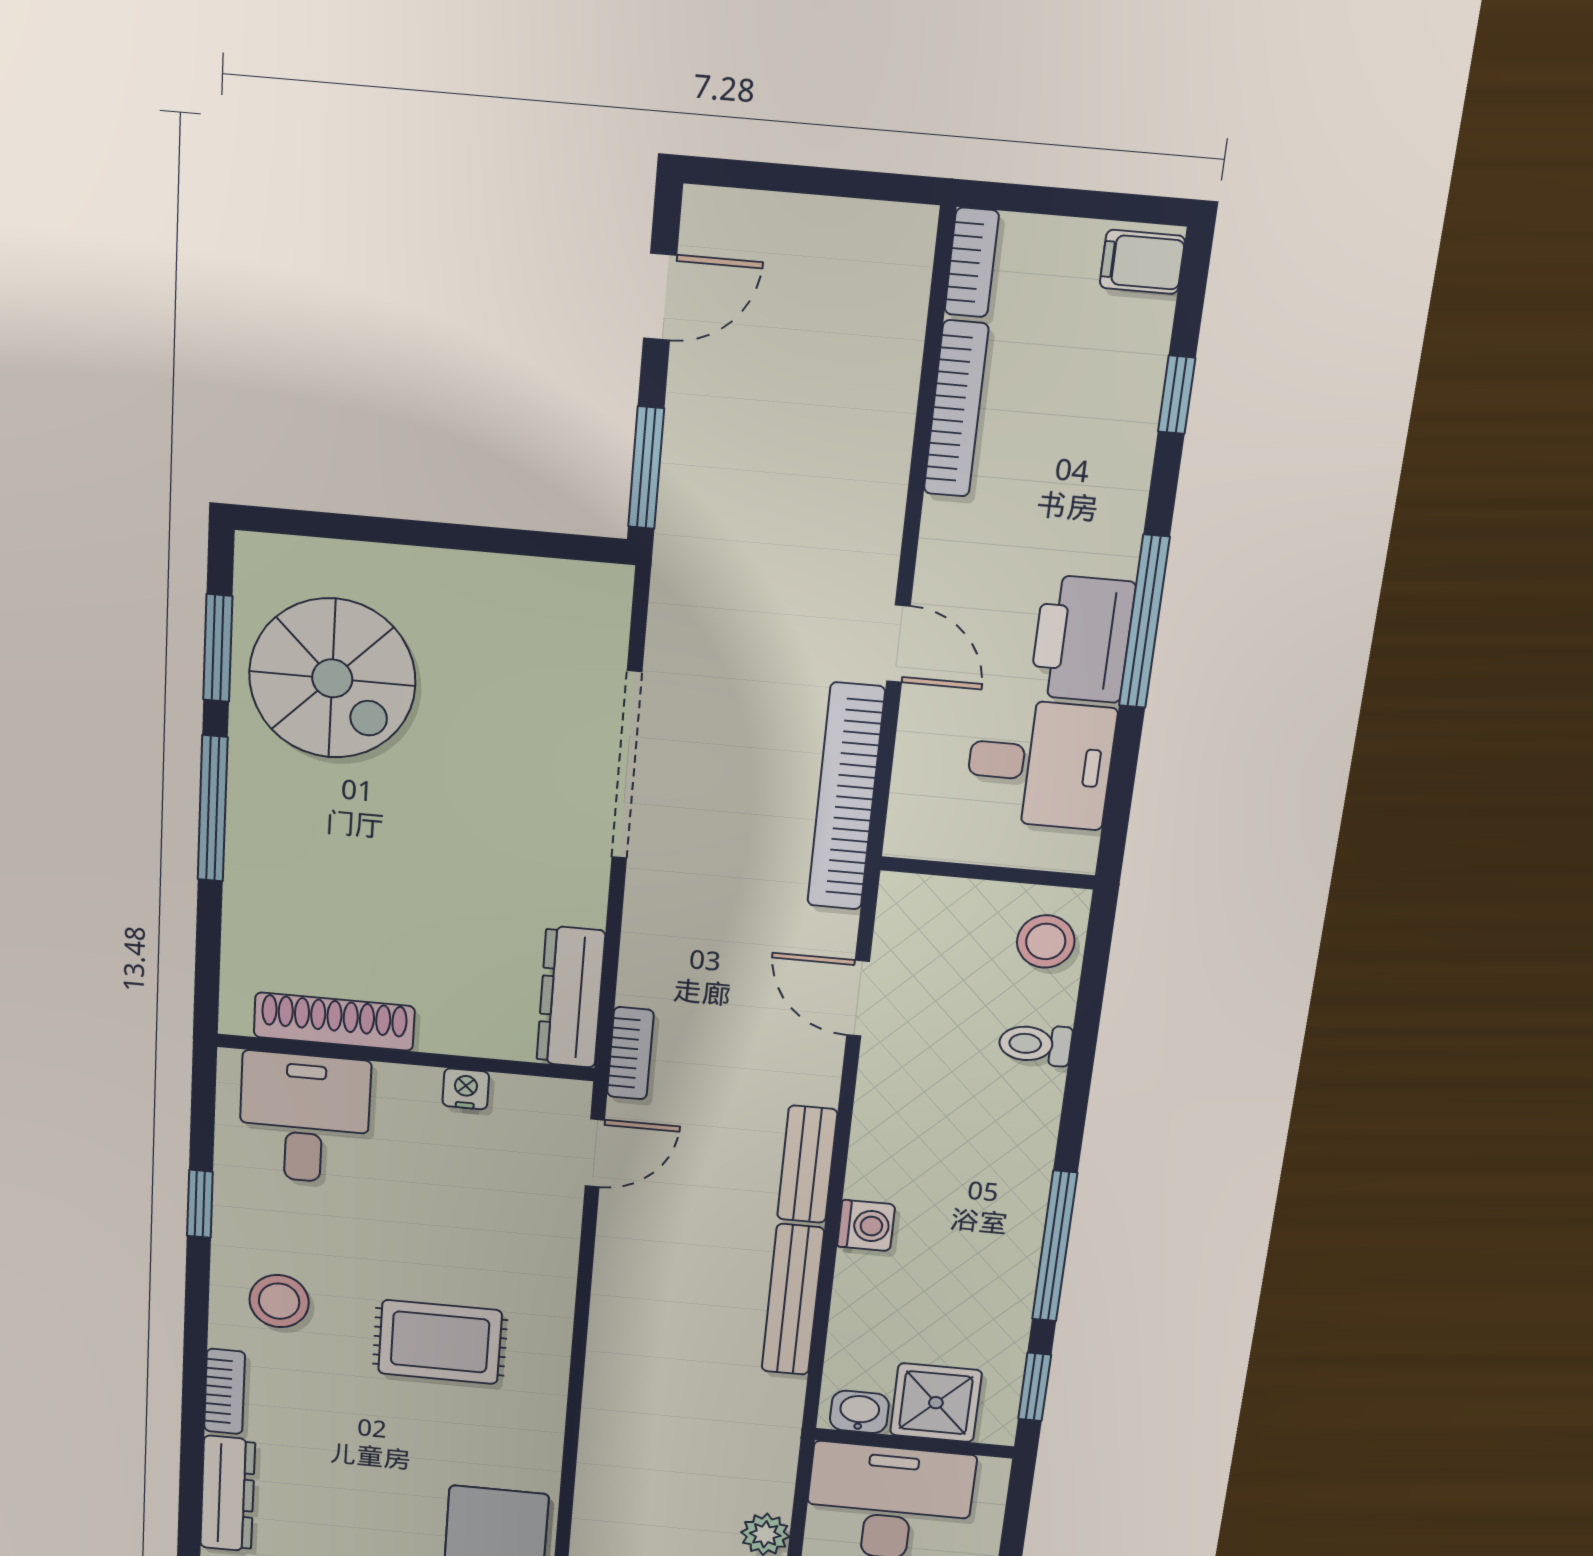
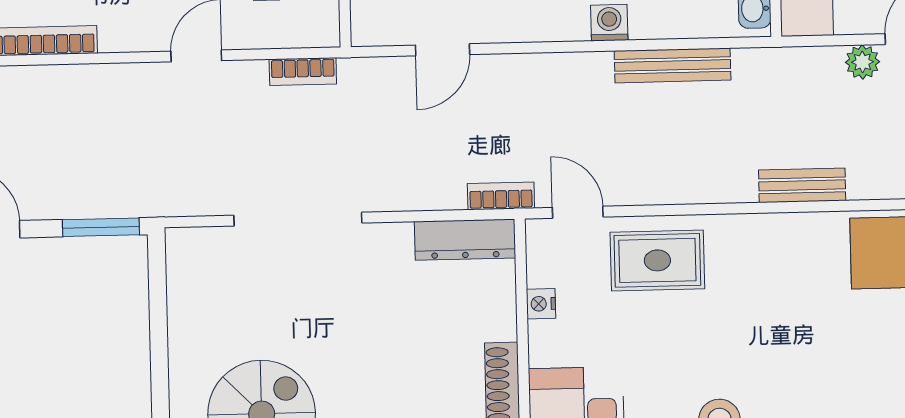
bookcase: (846, 797) -> (303, 72), width x0.43, depth x0.76
bench: (807, 1164) -> (802, 185), moved
rug: (440, 1342) -> (657, 260), moved, turned 90

